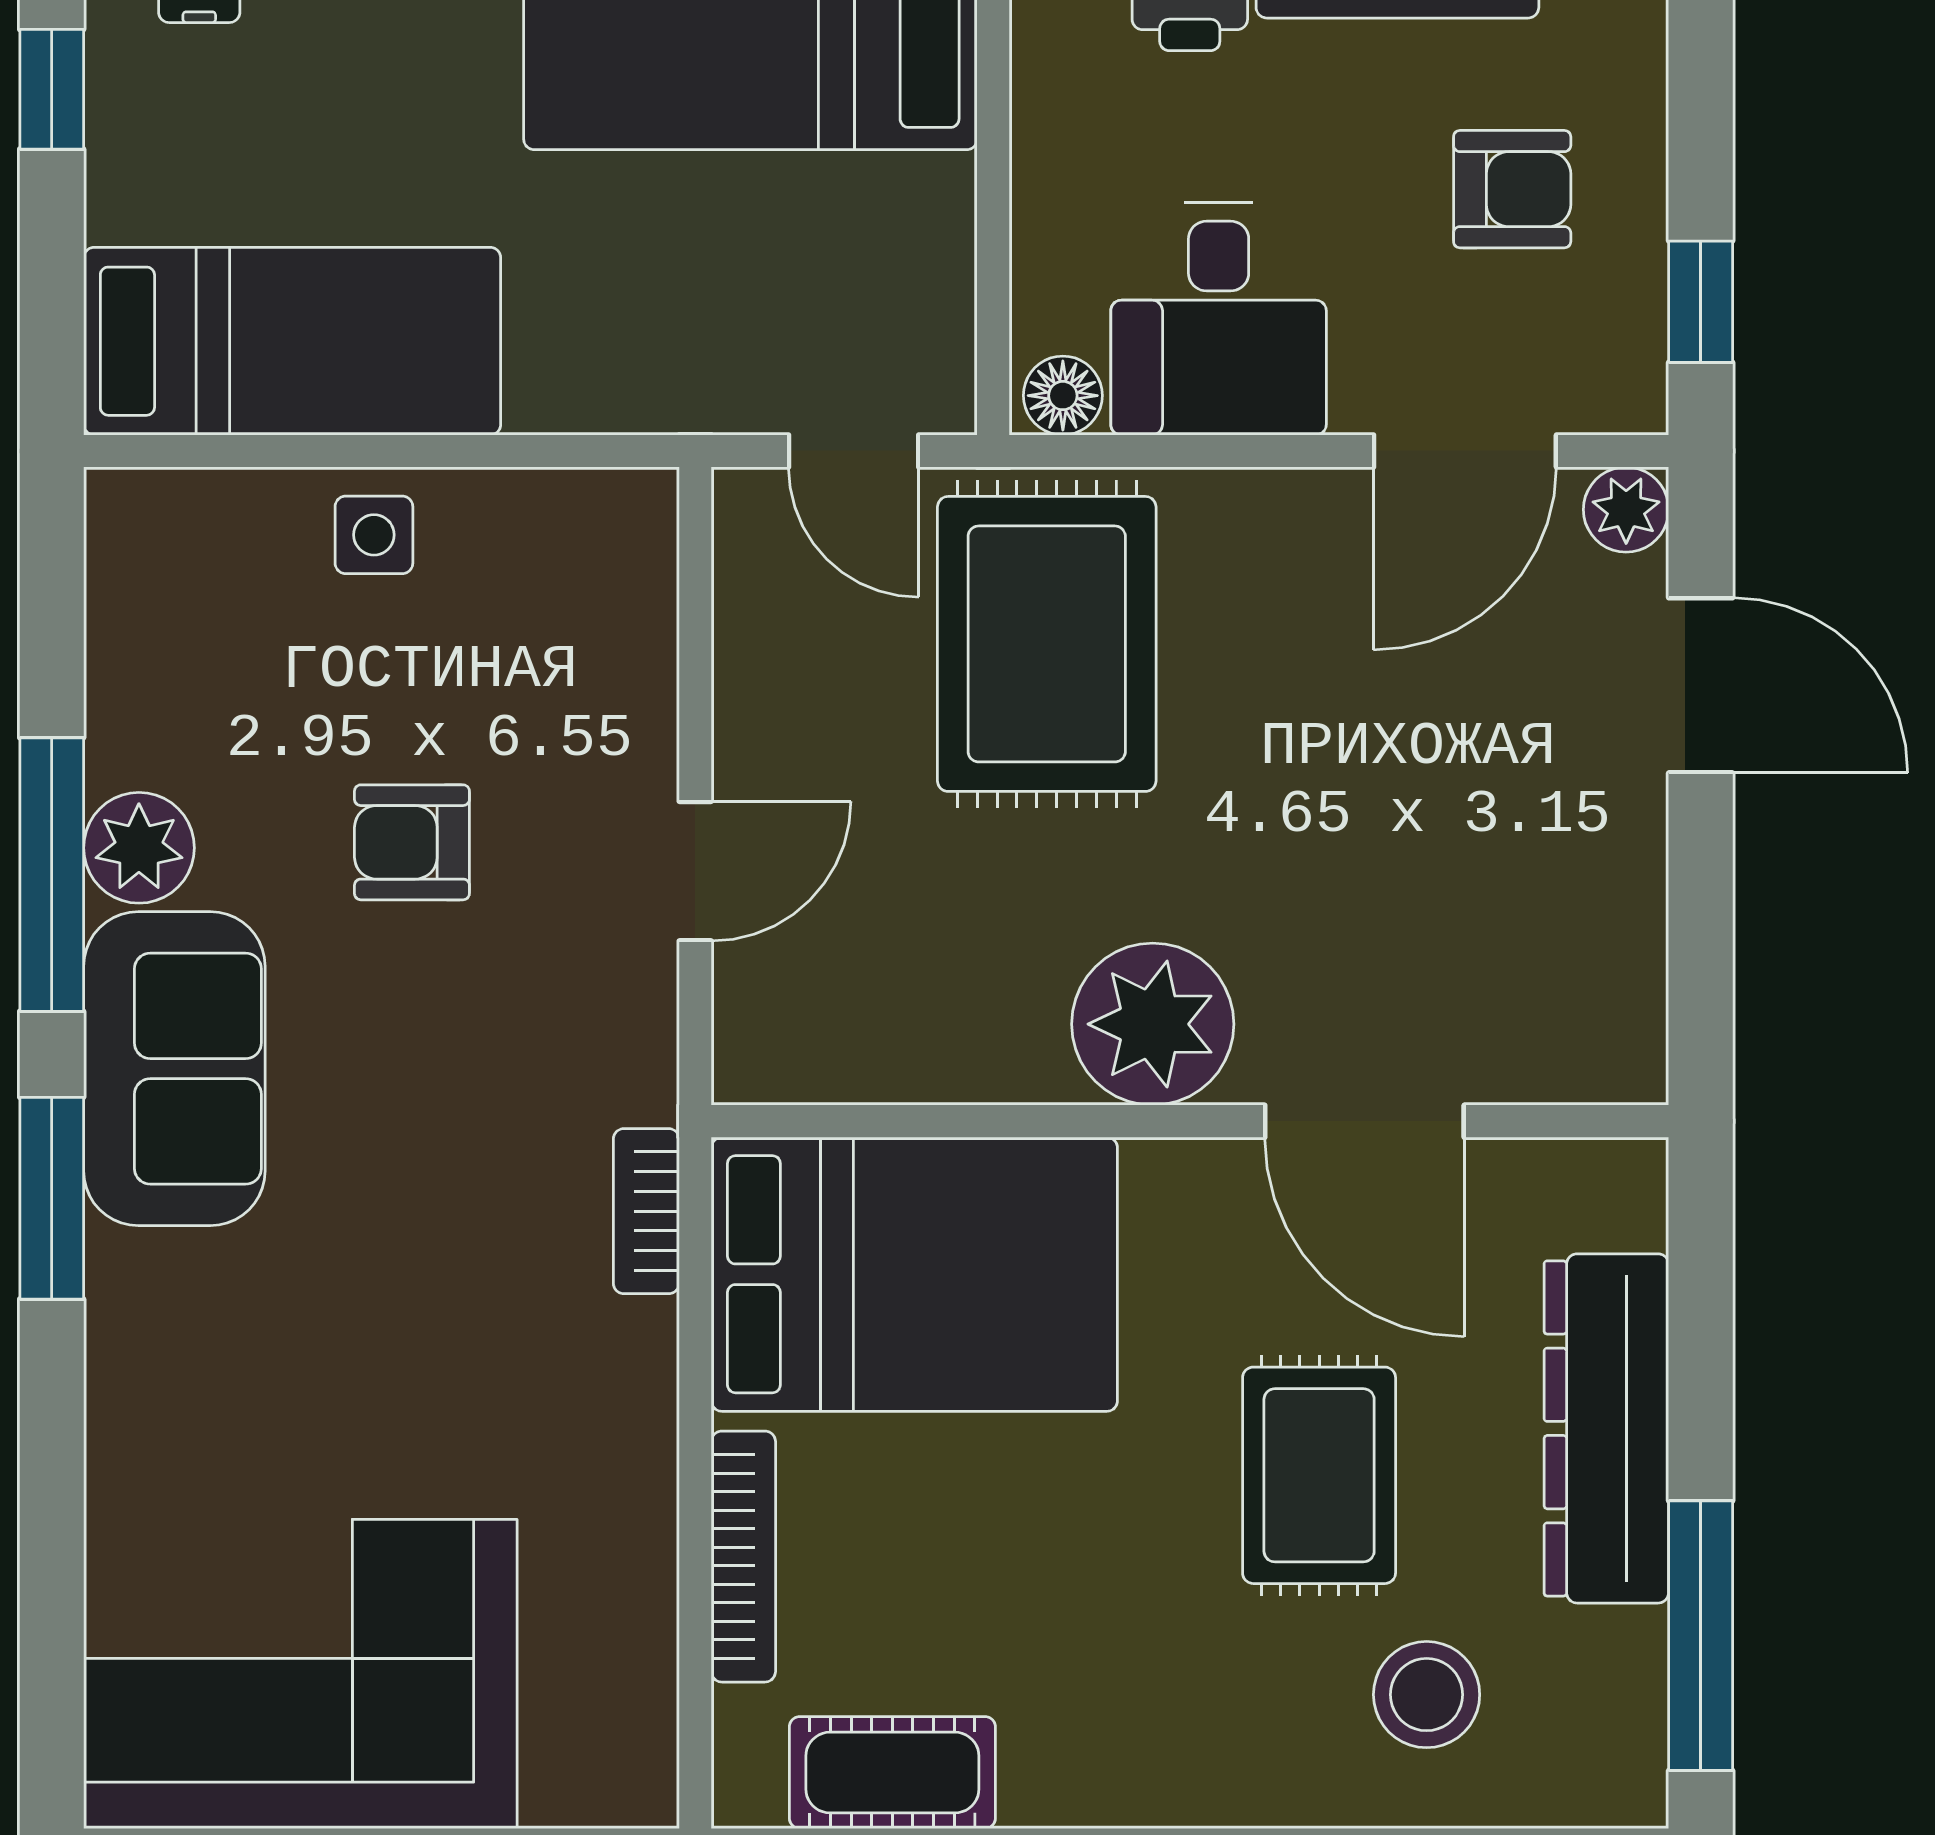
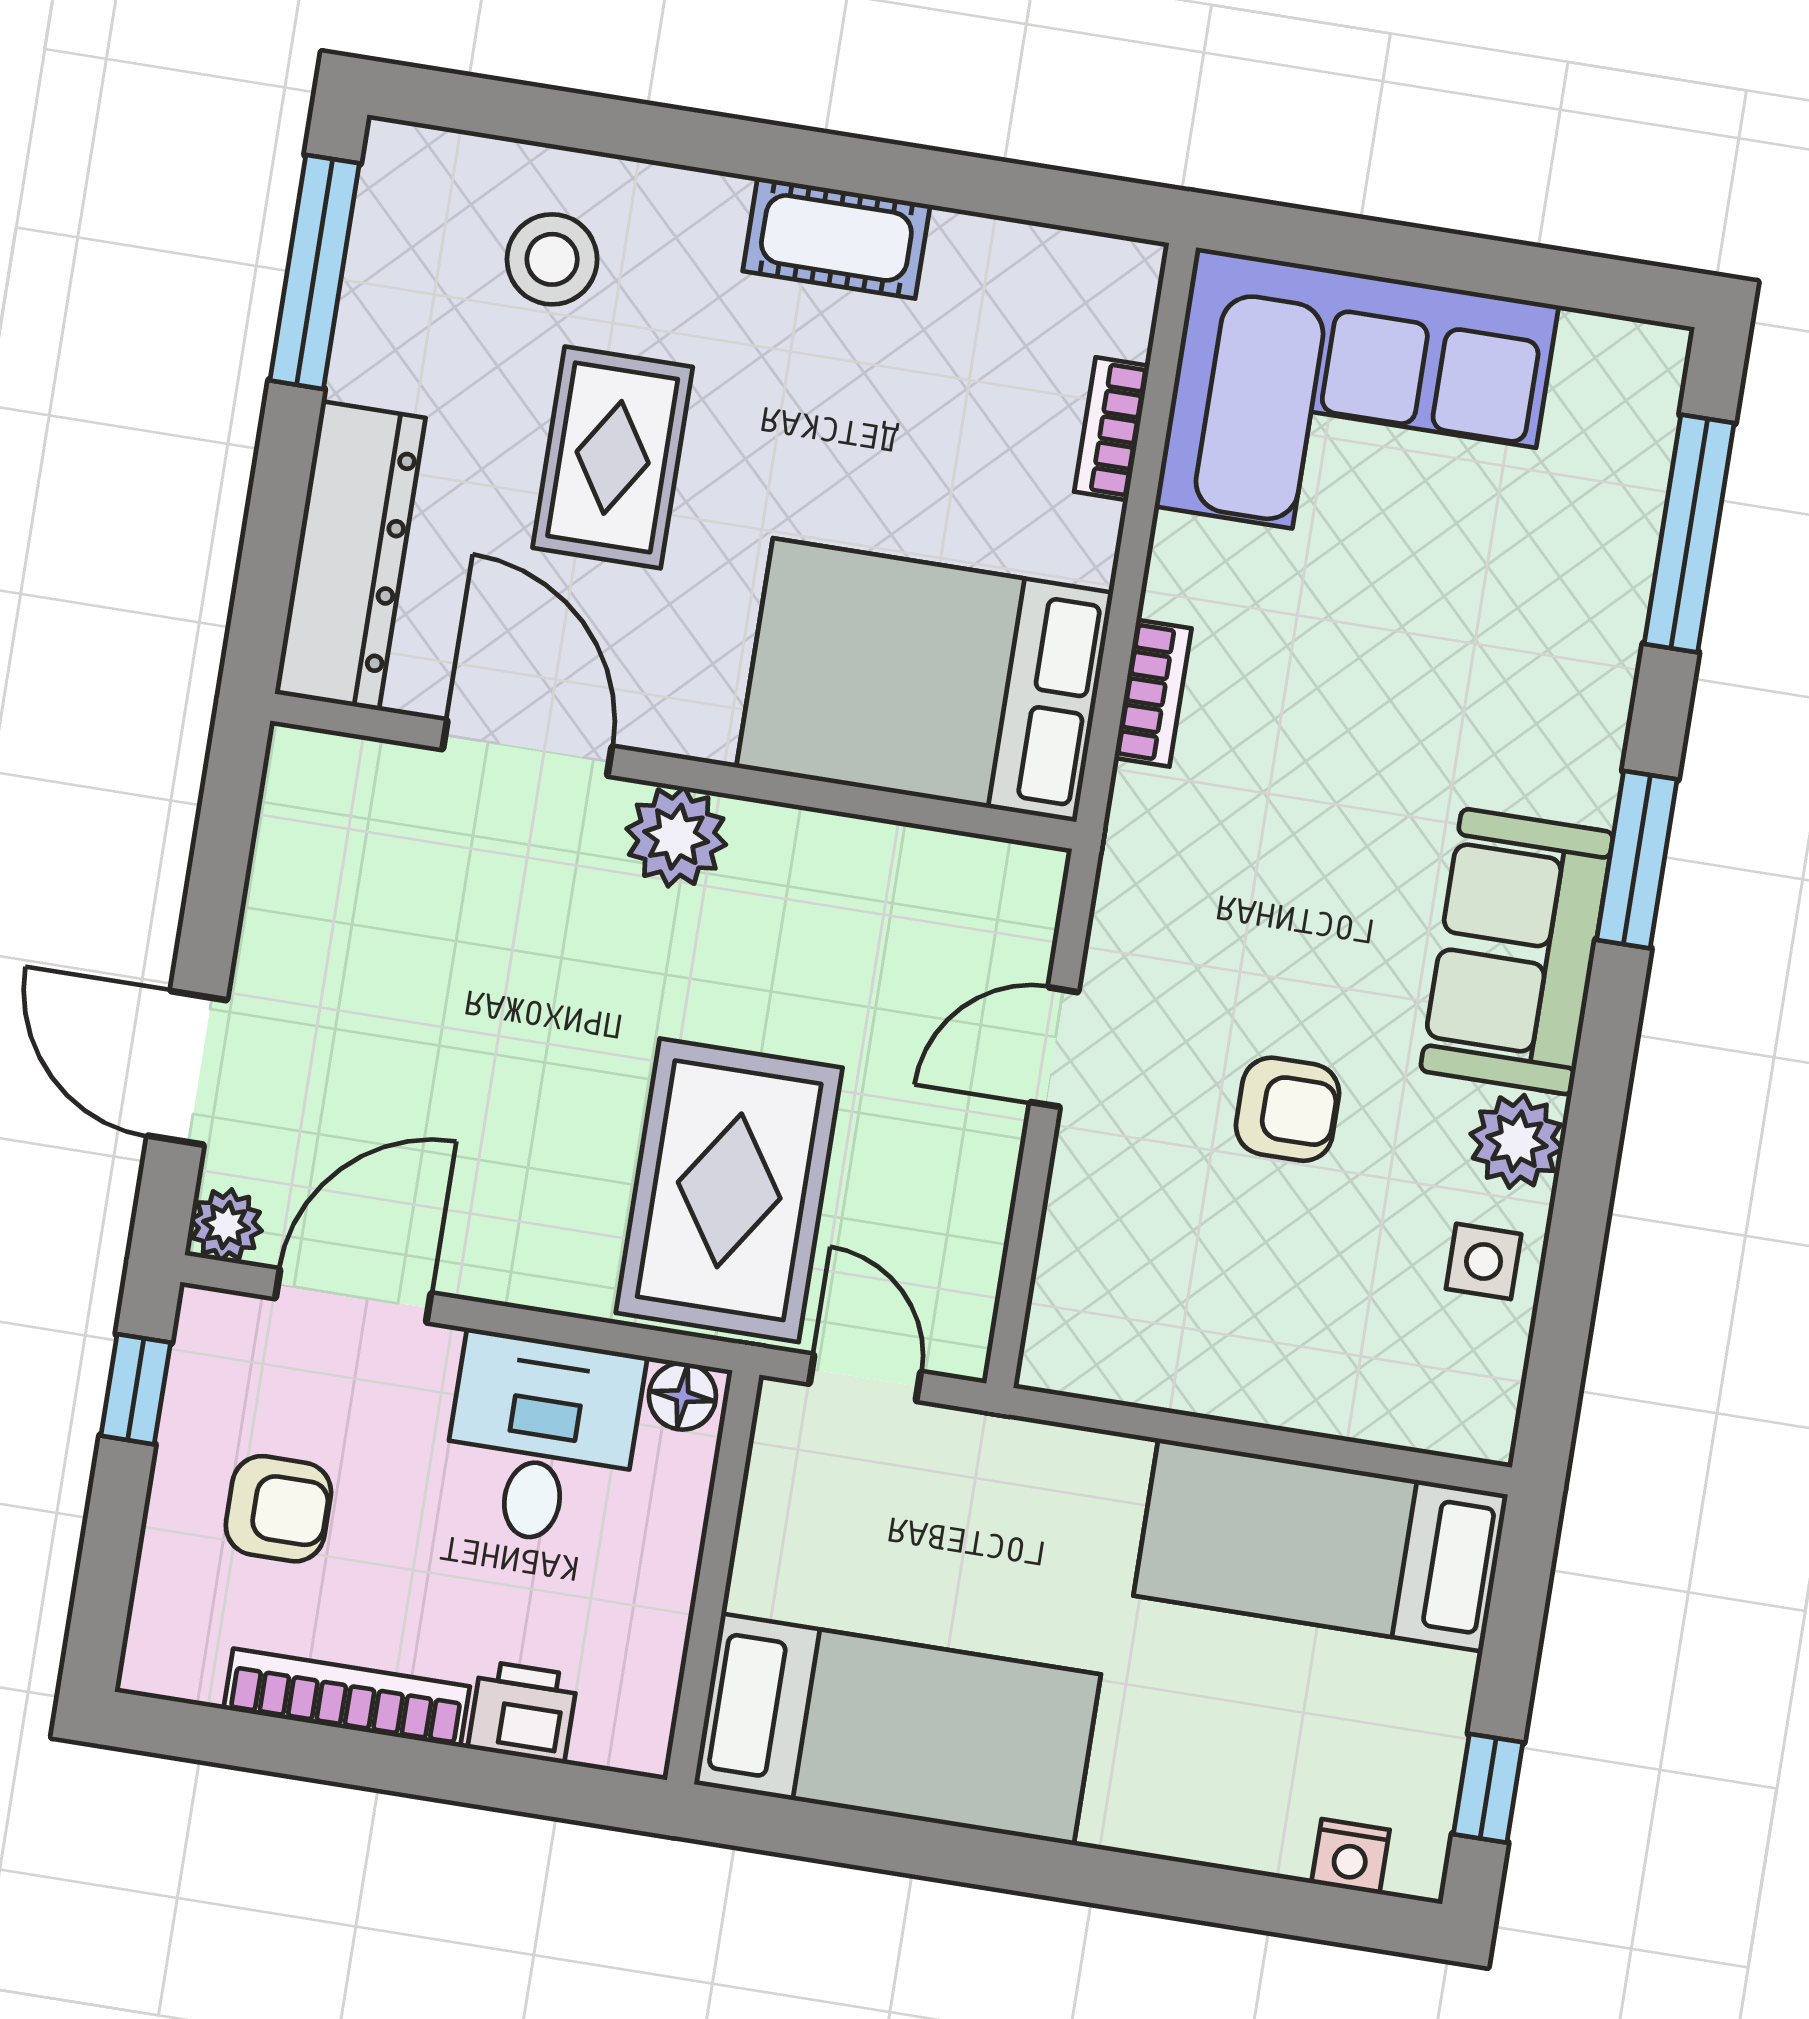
armchair: (1512, 189) -> (278, 1509), turned 180
side table: (374, 535) -> (1484, 1261), moved
window: (52, 875) -> (1689, 533), moved
plant: (1153, 1024) -> (676, 837), width x0.73, depth x0.73
bookcase: (646, 1211) -> (1153, 693), moved
dresser: (1606, 1428) -> (350, 556), moved
bookcase: (743, 1557) -> (1112, 429), width x0.64
corner sofa: (300, 1674) -> (1357, 406), moved
cot: (892, 1773) -> (836, 238), moved

